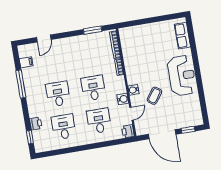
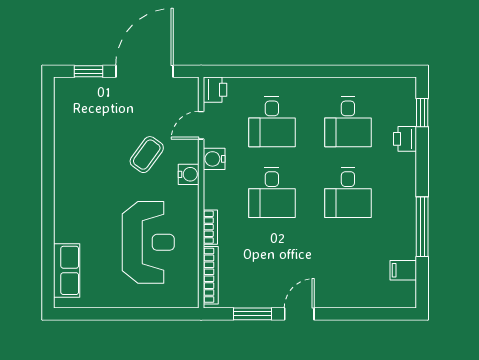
door: (44, 38) -> (299, 314), moved
reception desk: (182, 76) -> (148, 242), moved, turned 180
door: (162, 134) -> (144, 71), hinge flipped

